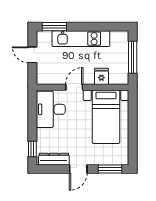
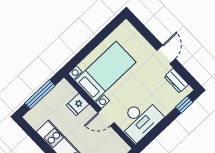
dresser: (54, 159) -> (176, 81), width x0.70
door: (78, 169) -> (166, 55), hinge flipped
window: (110, 169) -> (143, 30), removed

